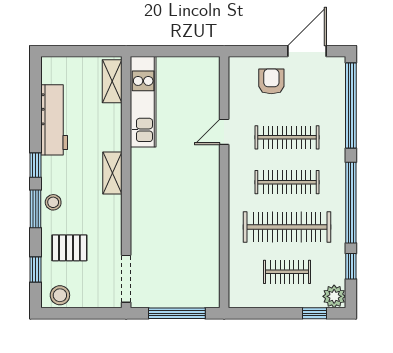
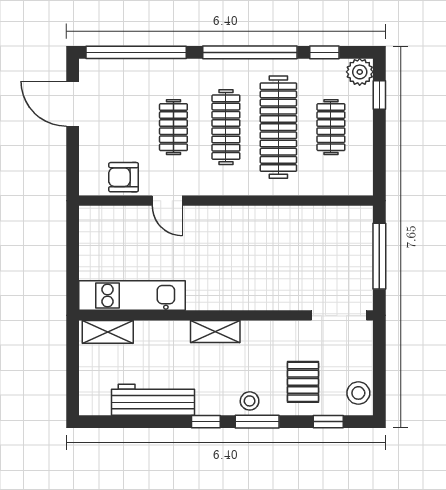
armchair: (271, 81) -> (124, 177), moved
clothes rail: (287, 137) -> (173, 127), width x0.73

